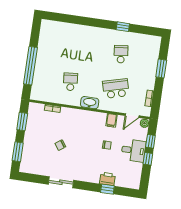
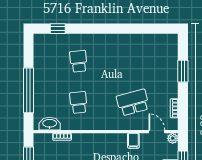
window: (123, 27) -> (58, 29), moved
school desk: (121, 54) -> (78, 61), moved
washbasin: (90, 103) -> (50, 124), moved
door: (132, 116) -> (157, 132), swing flipped

